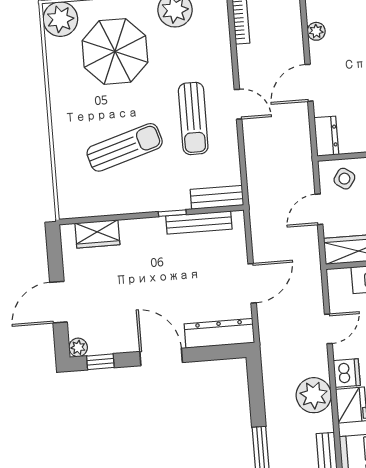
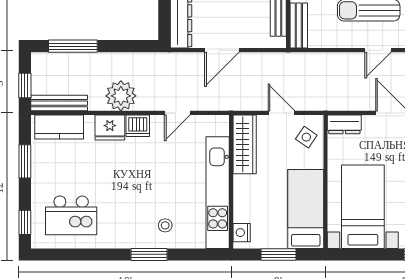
door: (252, 283) -> (222, 50), hinge flipped
door: (328, 329) -> (177, 113), hinge flipped

